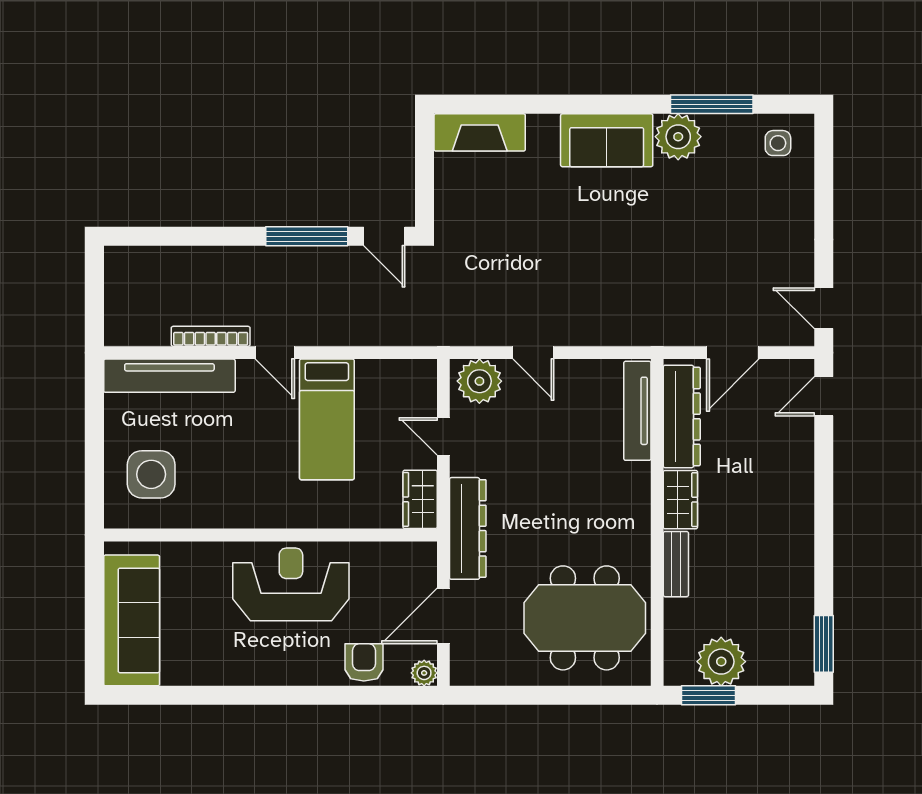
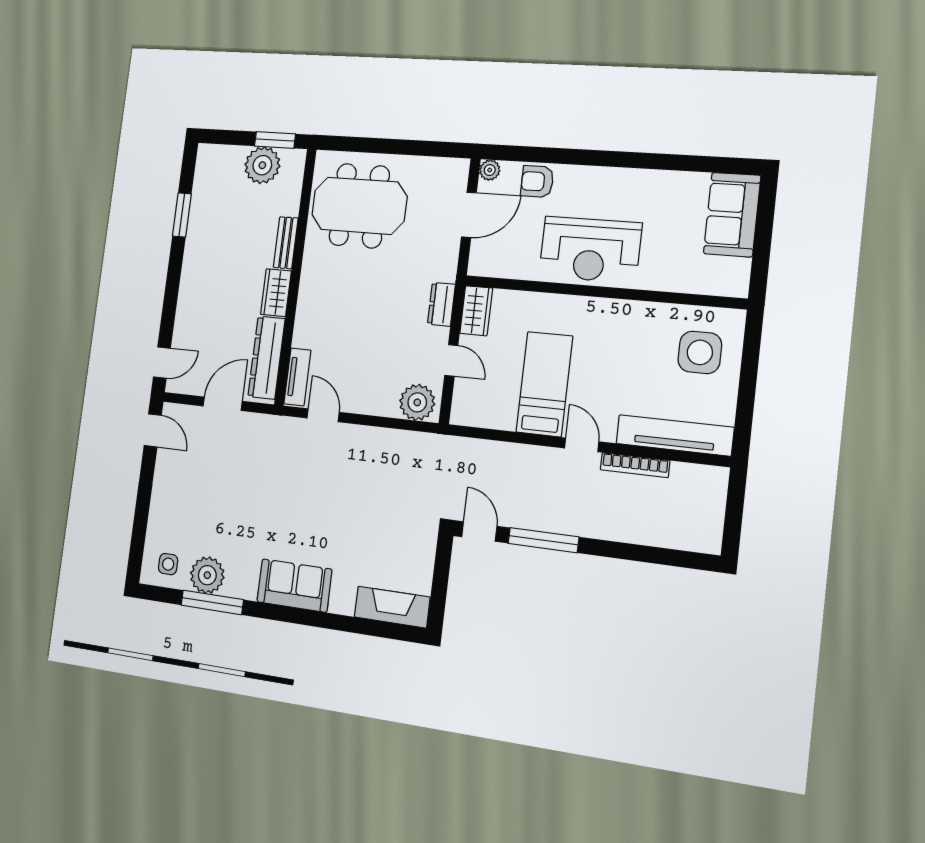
plant: (678, 137) -> (207, 575), moved
door: (533, 353) -> (323, 415), moved
tv unit: (637, 411) -> (297, 377), width x0.71
dresser: (468, 528) -> (441, 304), width x0.51, depth x0.80
sofa: (132, 620) -> (732, 215), width x0.73
window: (824, 644) -> (182, 215), moved
armchair: (364, 662) -> (537, 181), turned 90

